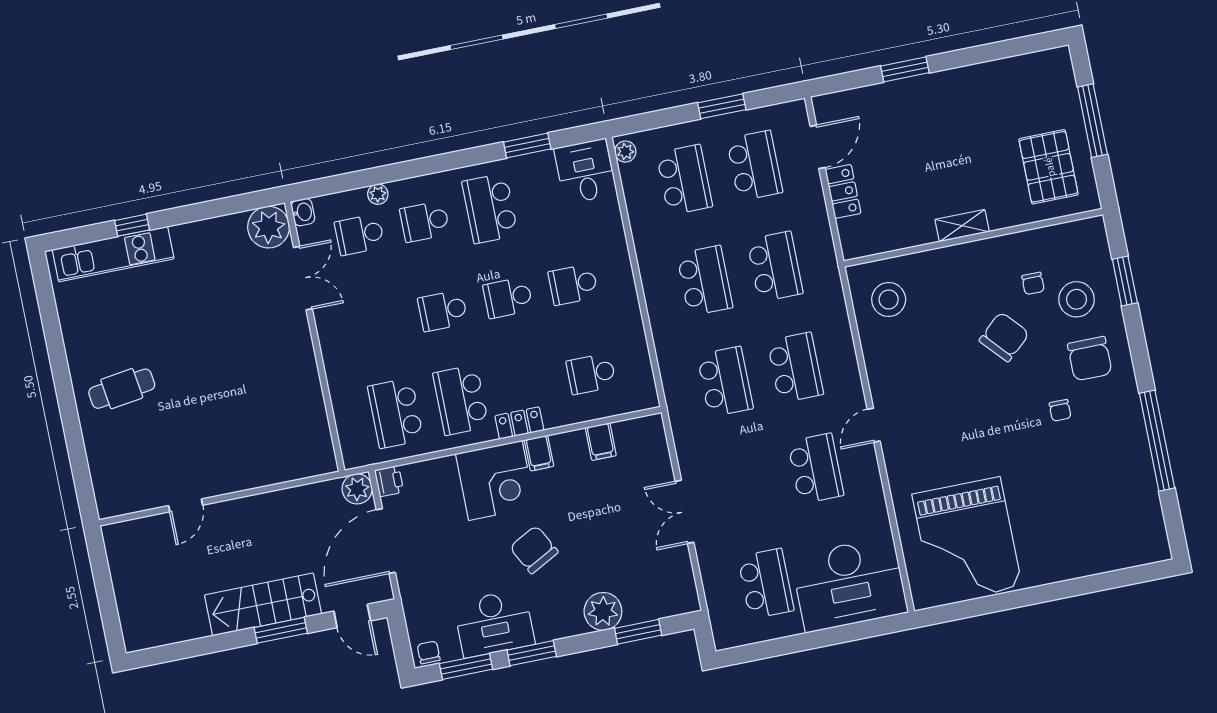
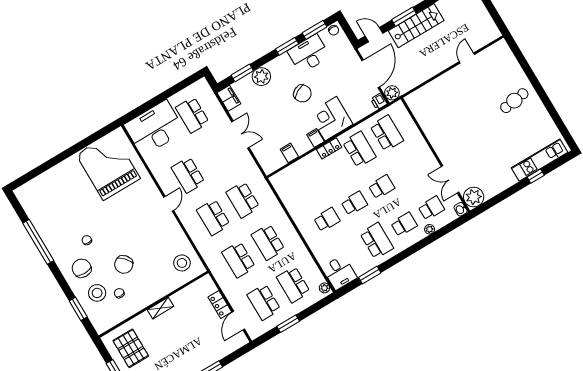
school desk: (591, 374) -> (305, 182), removed
filing cabinet: (682, 591) -> (229, 98), added

